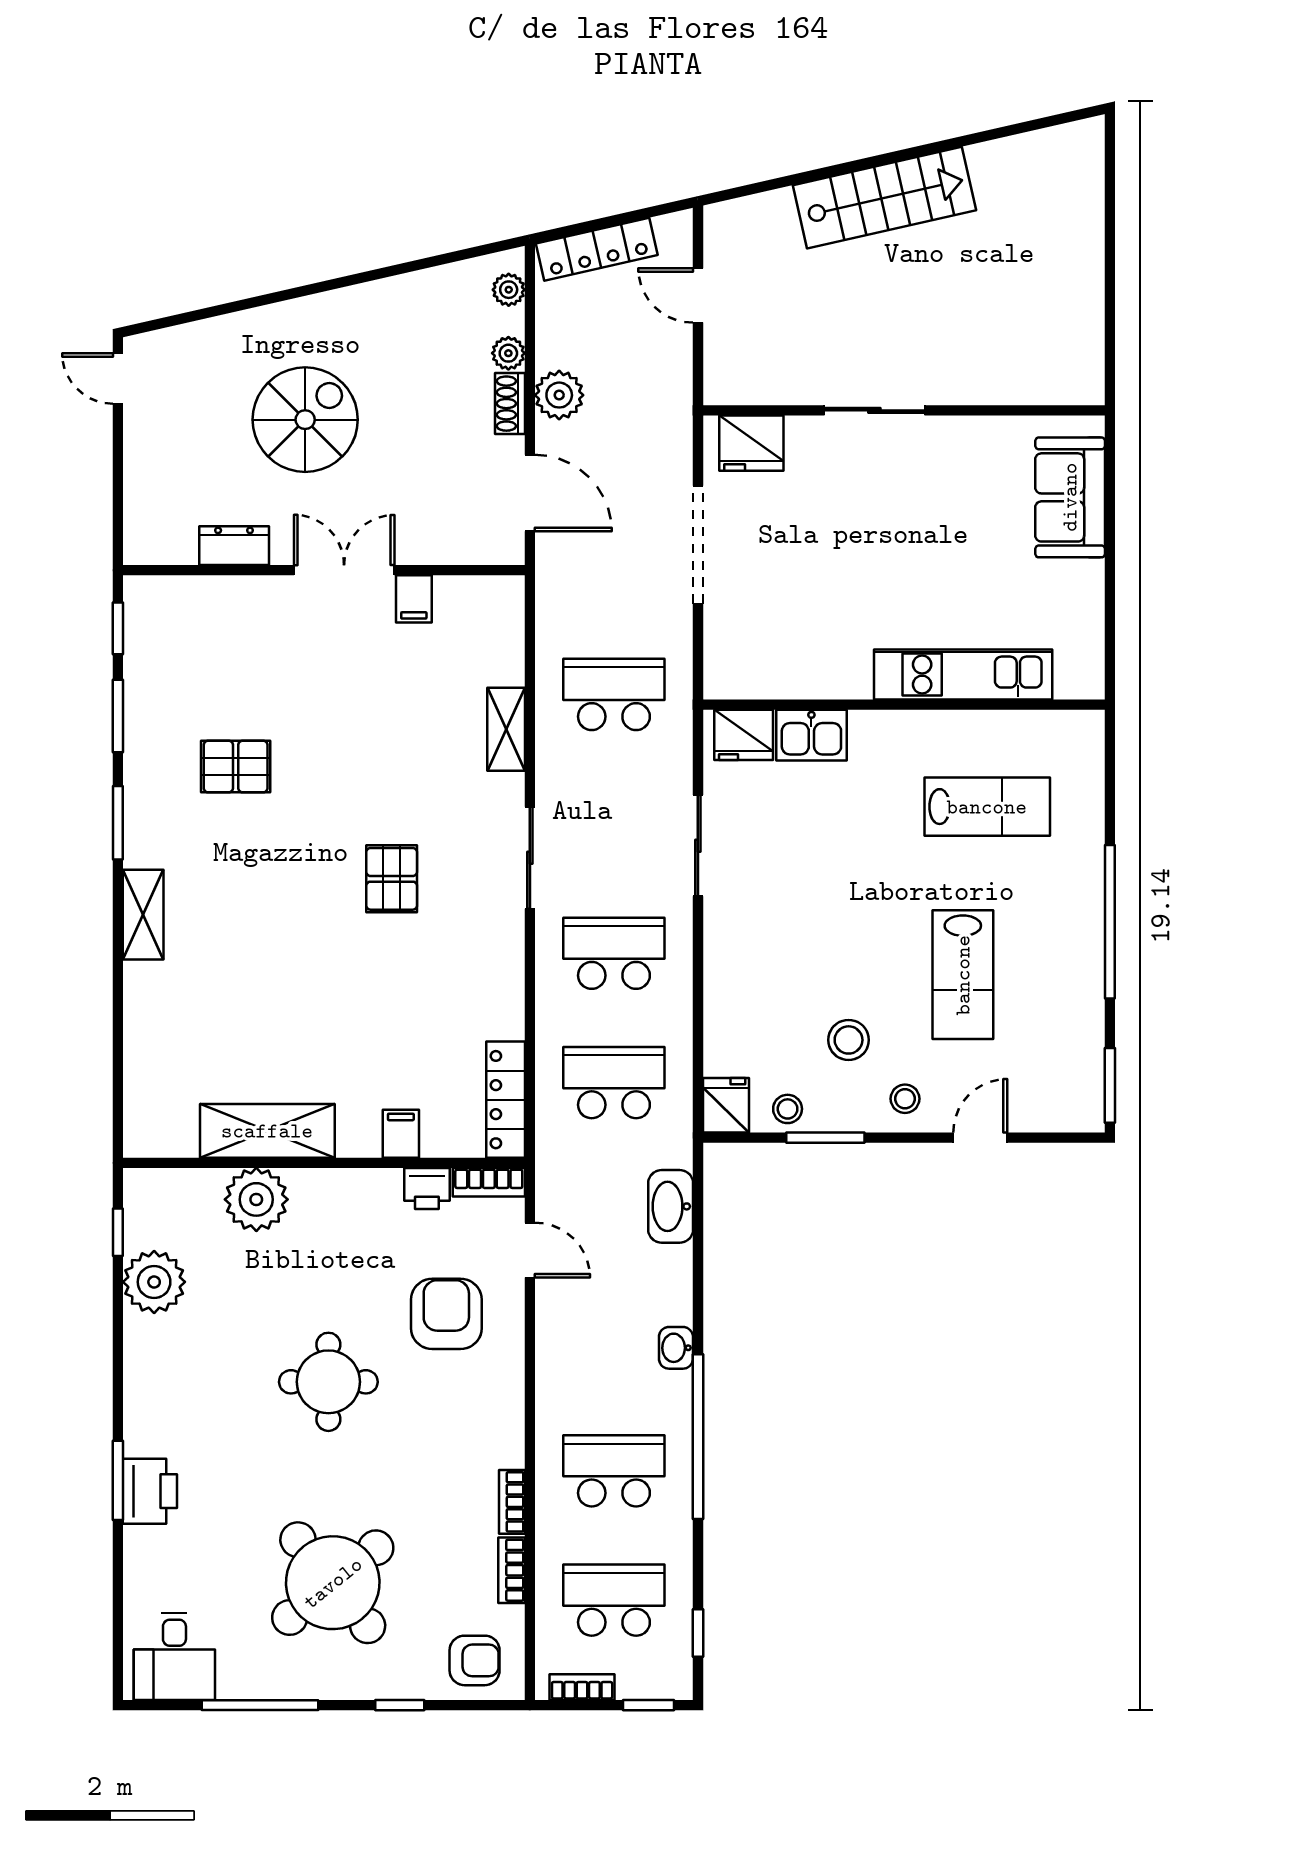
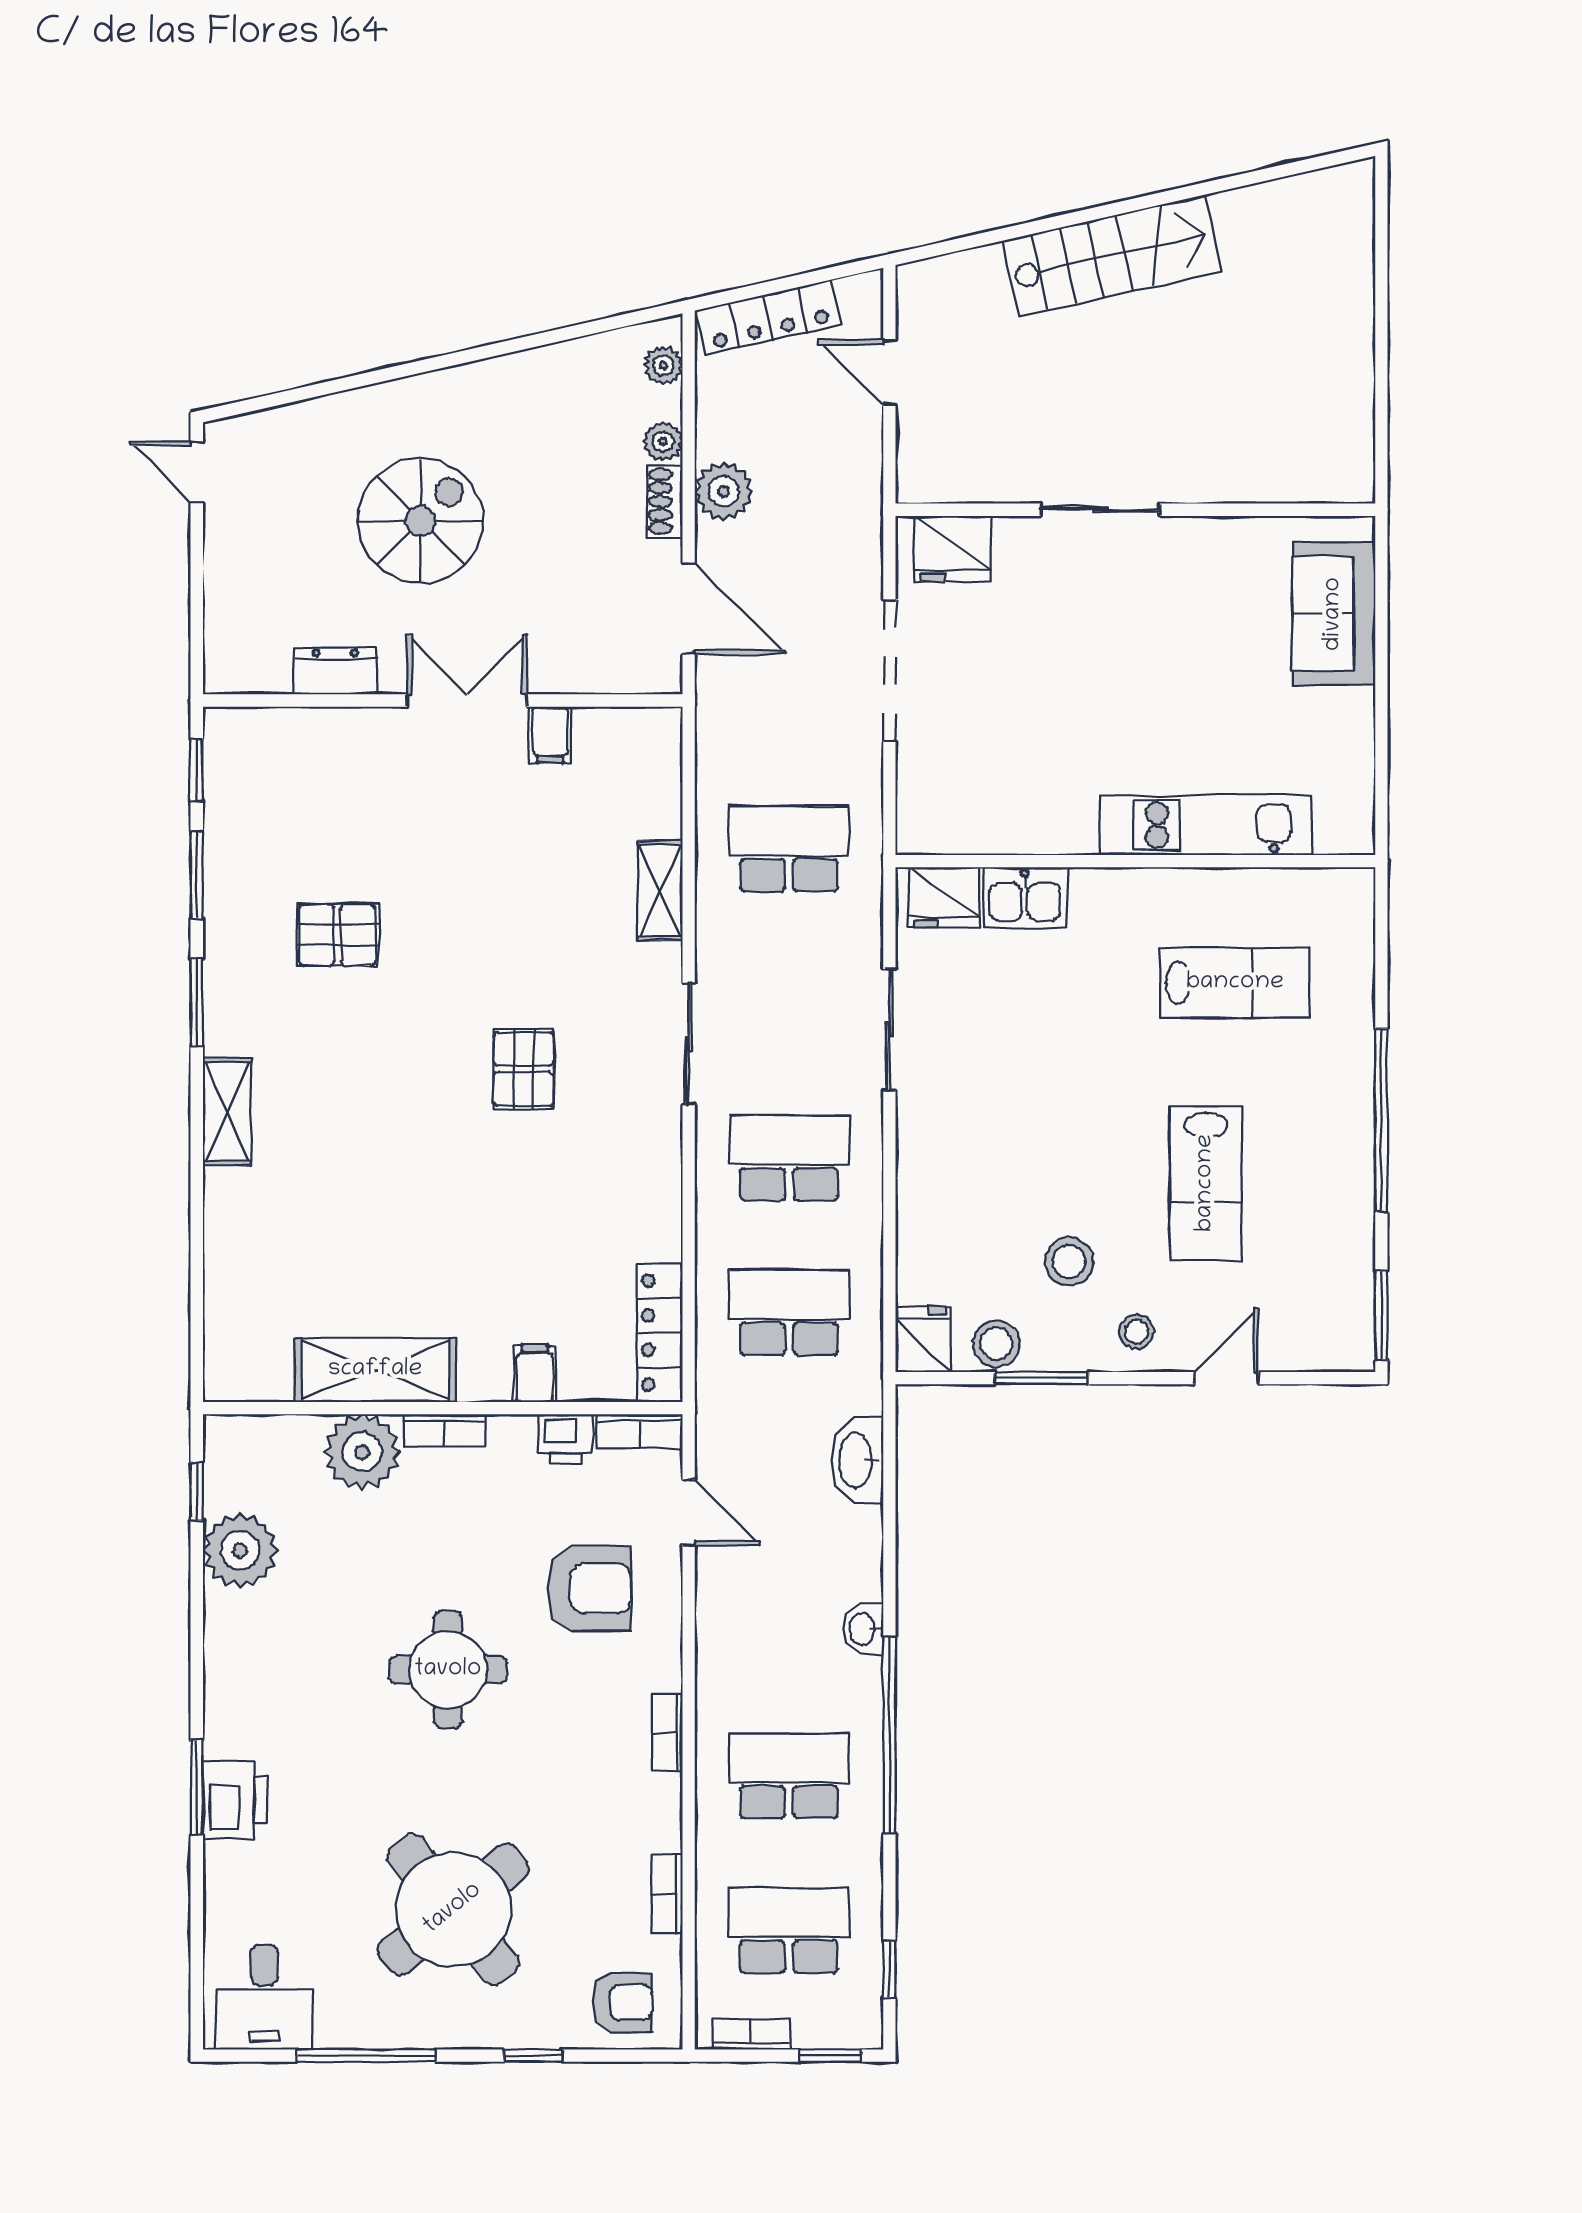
stool: (788, 1109) -> (996, 1344), width x1.37, depth x1.37
bookcase: (325, 1181) -> (444, 1430), added
armchair: (446, 1314) -> (589, 1589), turned 90
bookcase: (512, 1502) -> (667, 1733), moved

